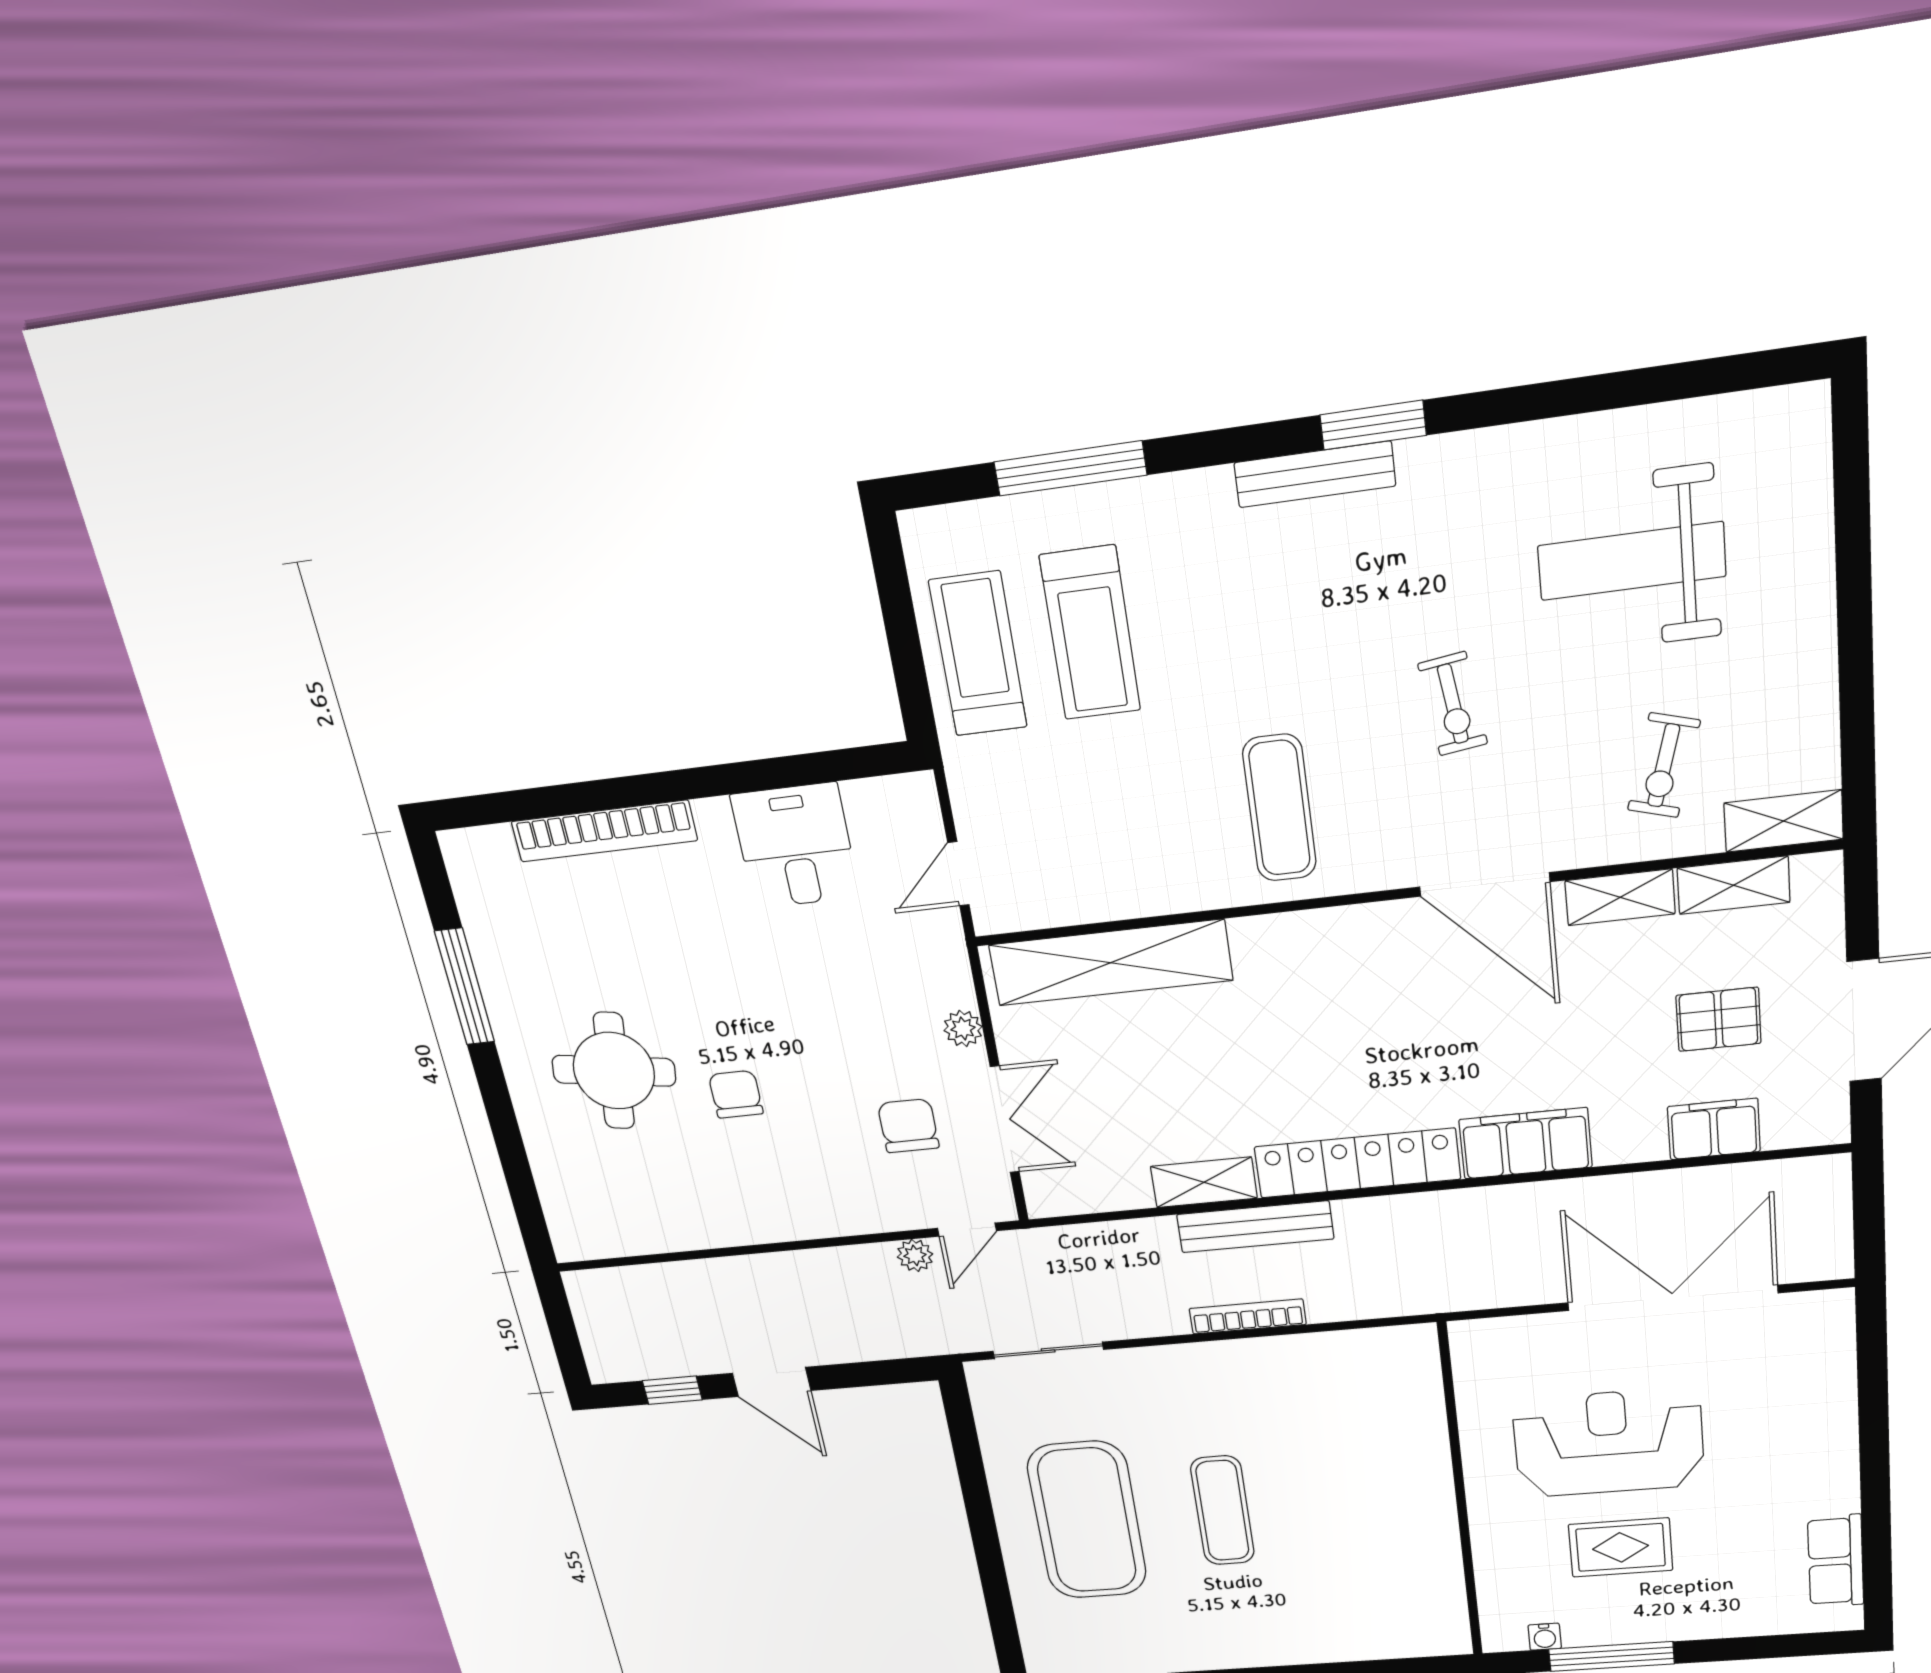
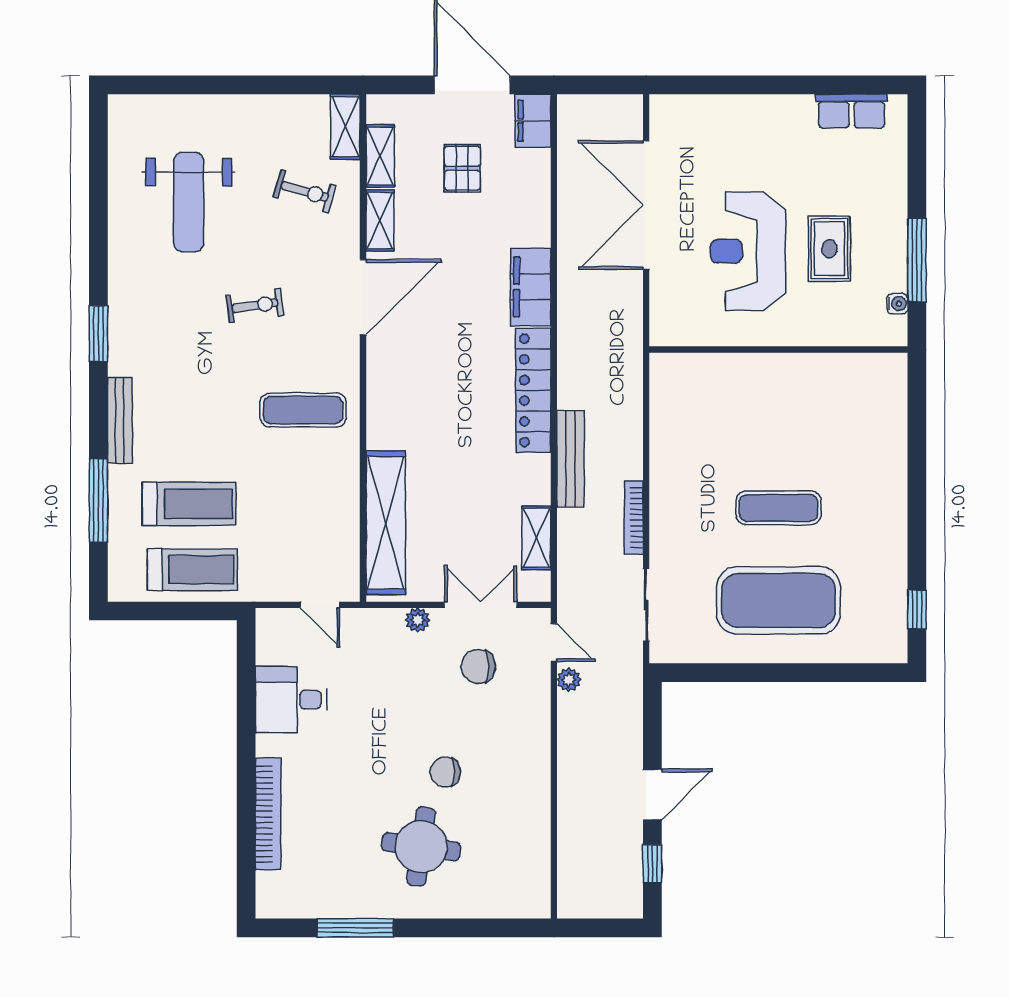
bench: (1315, 474) -> (120, 420), moved
treadmill: (978, 654) -> (192, 570), turned 180
filing cabinet: (1714, 1129) -> (533, 121), moved
shelving: (1204, 1182) -> (536, 538), moved
bookcase: (1248, 1316) -> (634, 518), moved

